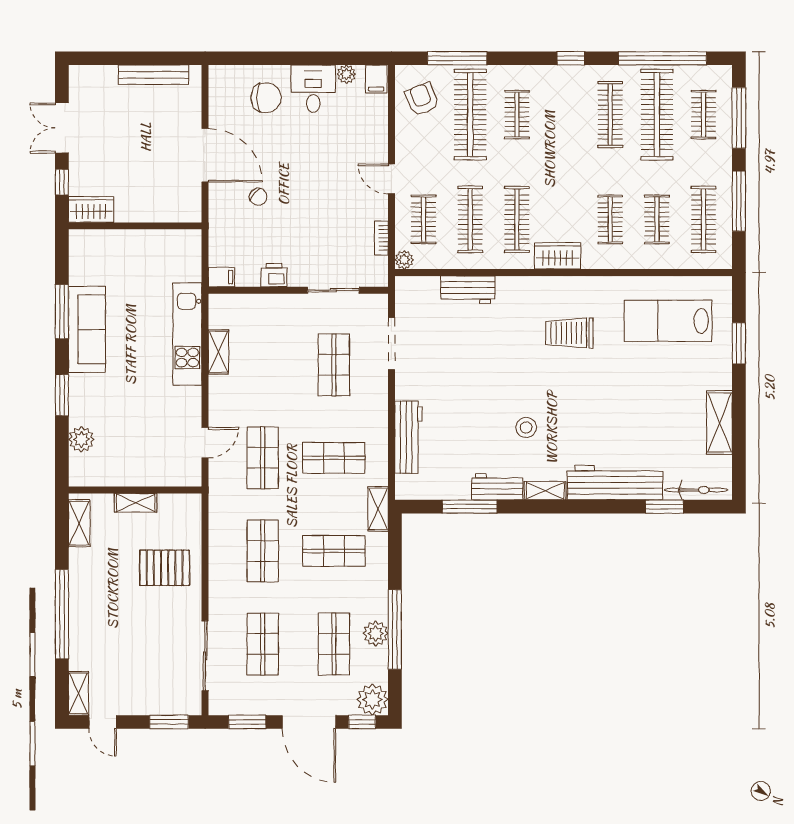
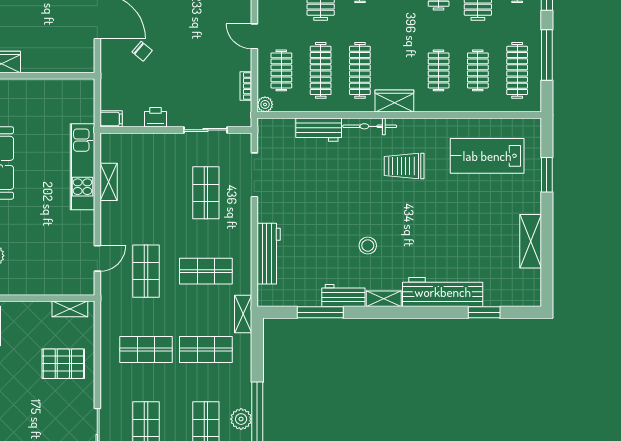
bicycle: (696, 490) -> (370, 126), moved, turned 180
shelving: (136, 503) -> (70, 309), moved
shop shelf: (263, 551) -> (146, 350), turned 90

